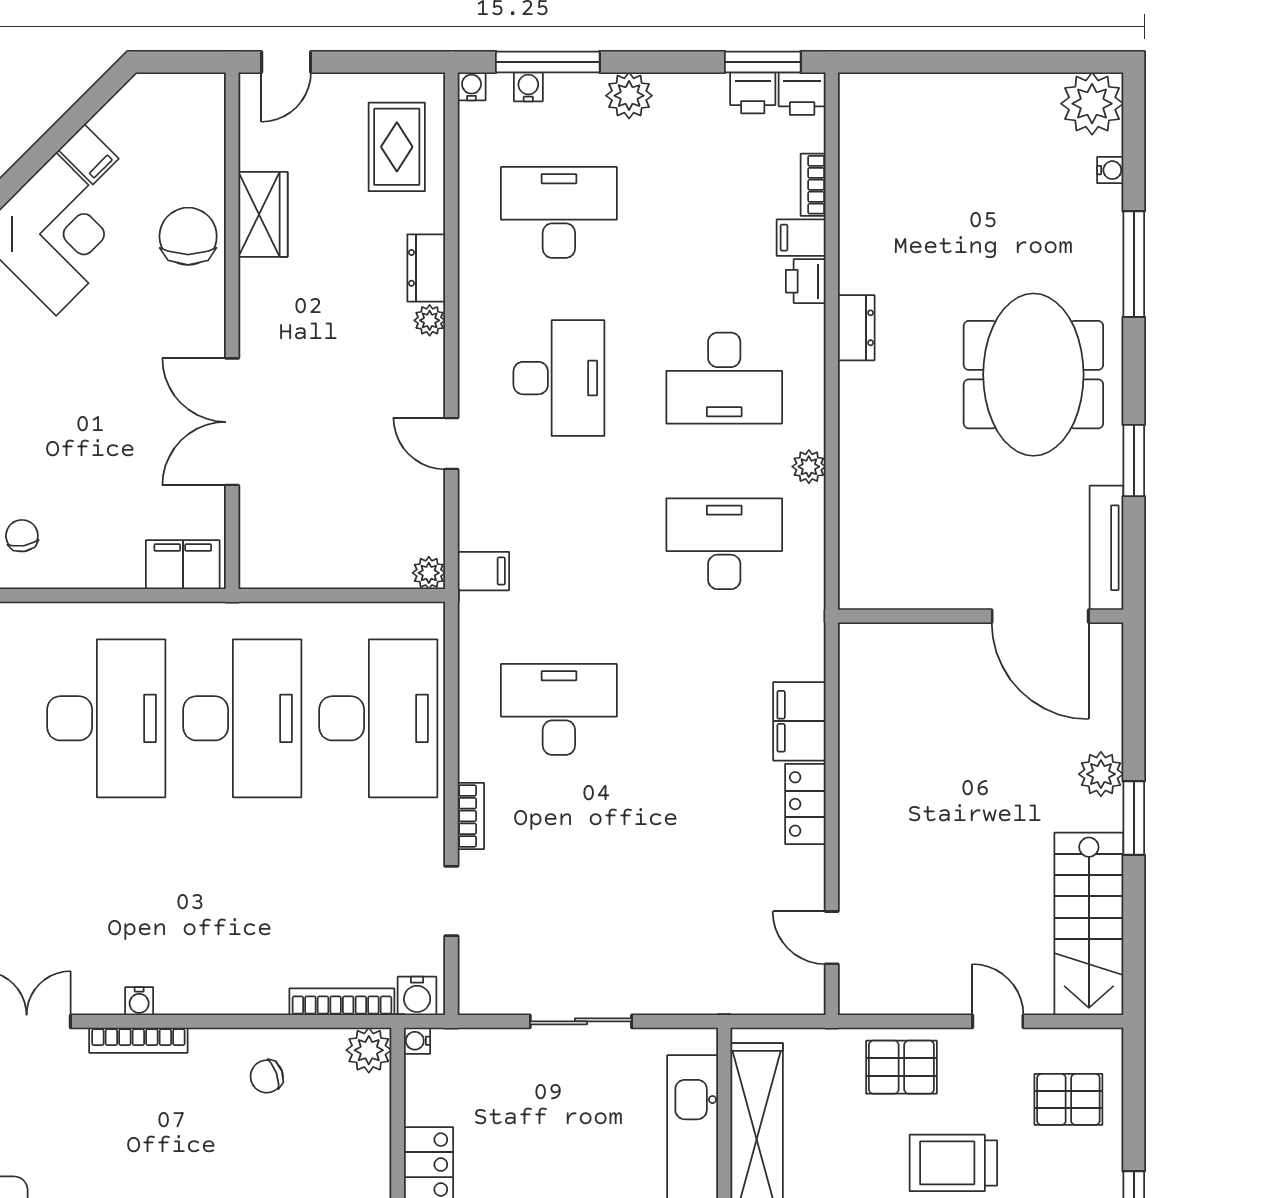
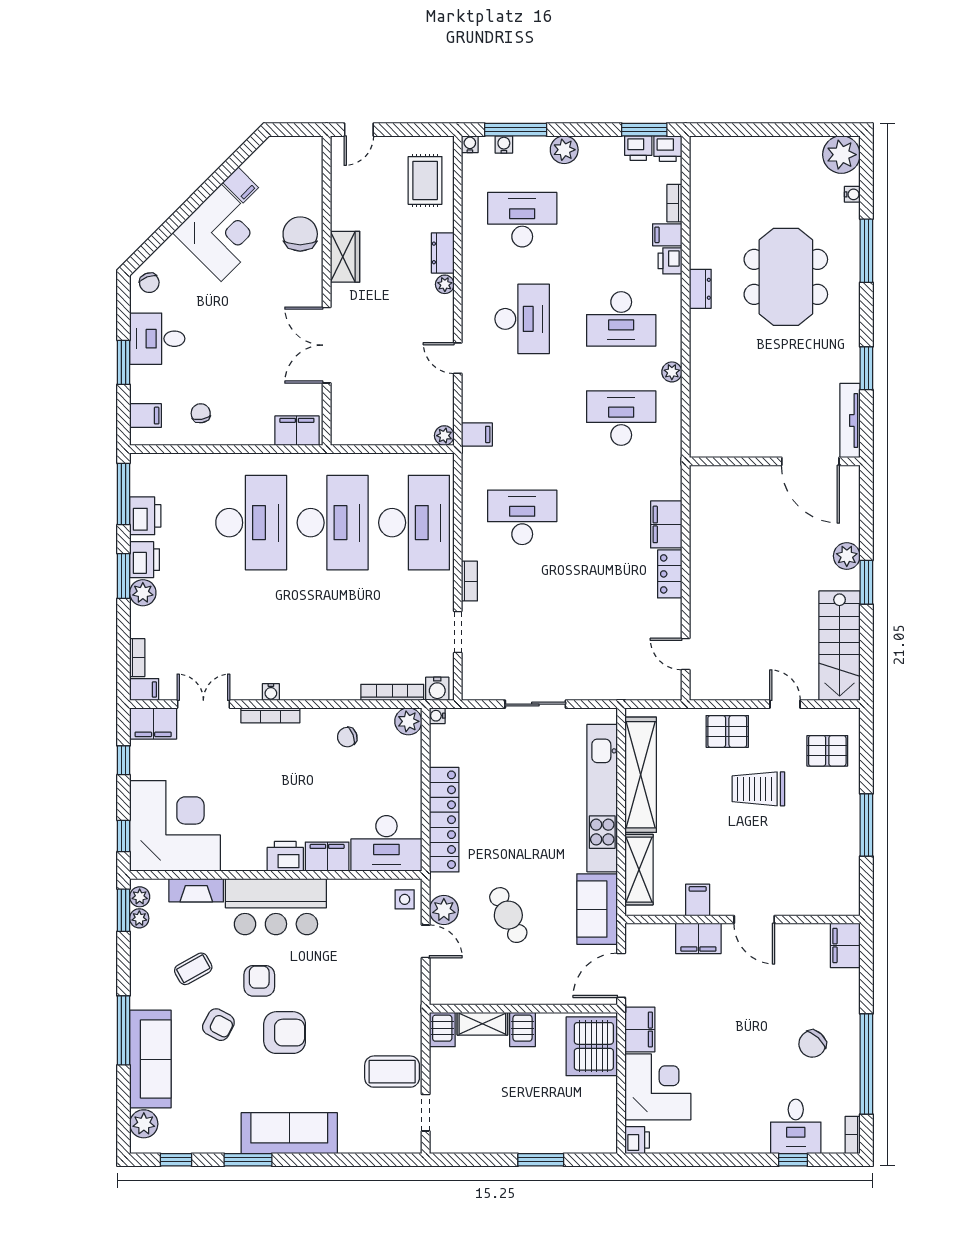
wardrobe: (263, 214) -> (345, 257), moved
meeting table: (1033, 375) -> (786, 277), moved

